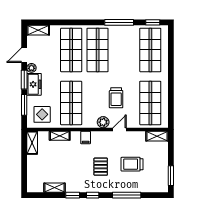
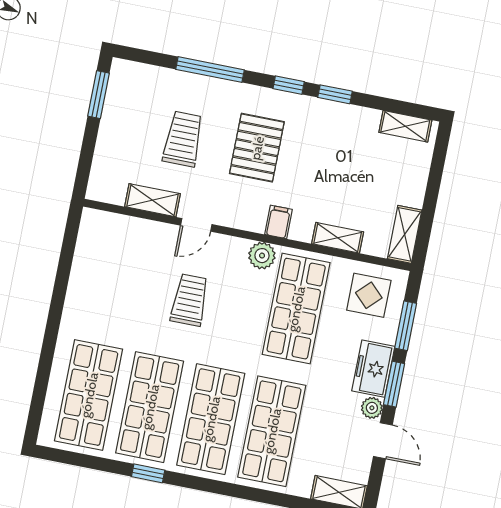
window: (119, 22) -> (148, 473), width x0.46
window: (153, 22) -> (70, 458), removed
door: (24, 55) -> (383, 441), hinge flipped
shop shelf: (150, 103) -> (150, 407), moved
plant: (103, 122) -> (262, 256), moved
shelving: (157, 136) -> (152, 200), moved
trolley: (132, 164) -> (183, 139), turned -90
pallet: (101, 167) -> (257, 148), width x1.50, depth x1.42
shelving: (55, 188) -> (405, 126), moved

